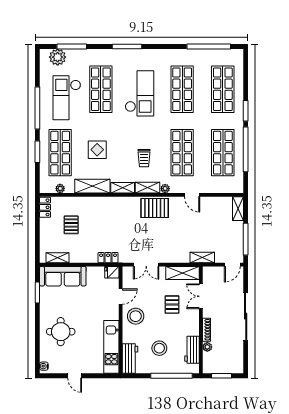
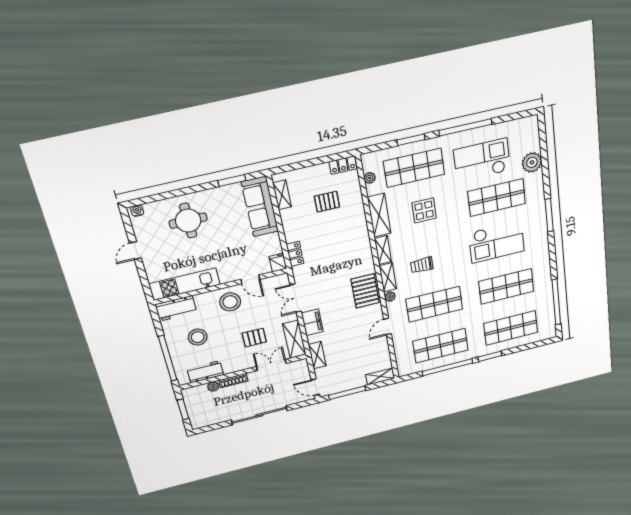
window: (72, 46) -> (544, 152), removed
plant: (58, 57) -> (532, 162), moved
filing cabinet: (171, 256) -> (312, 322), added

